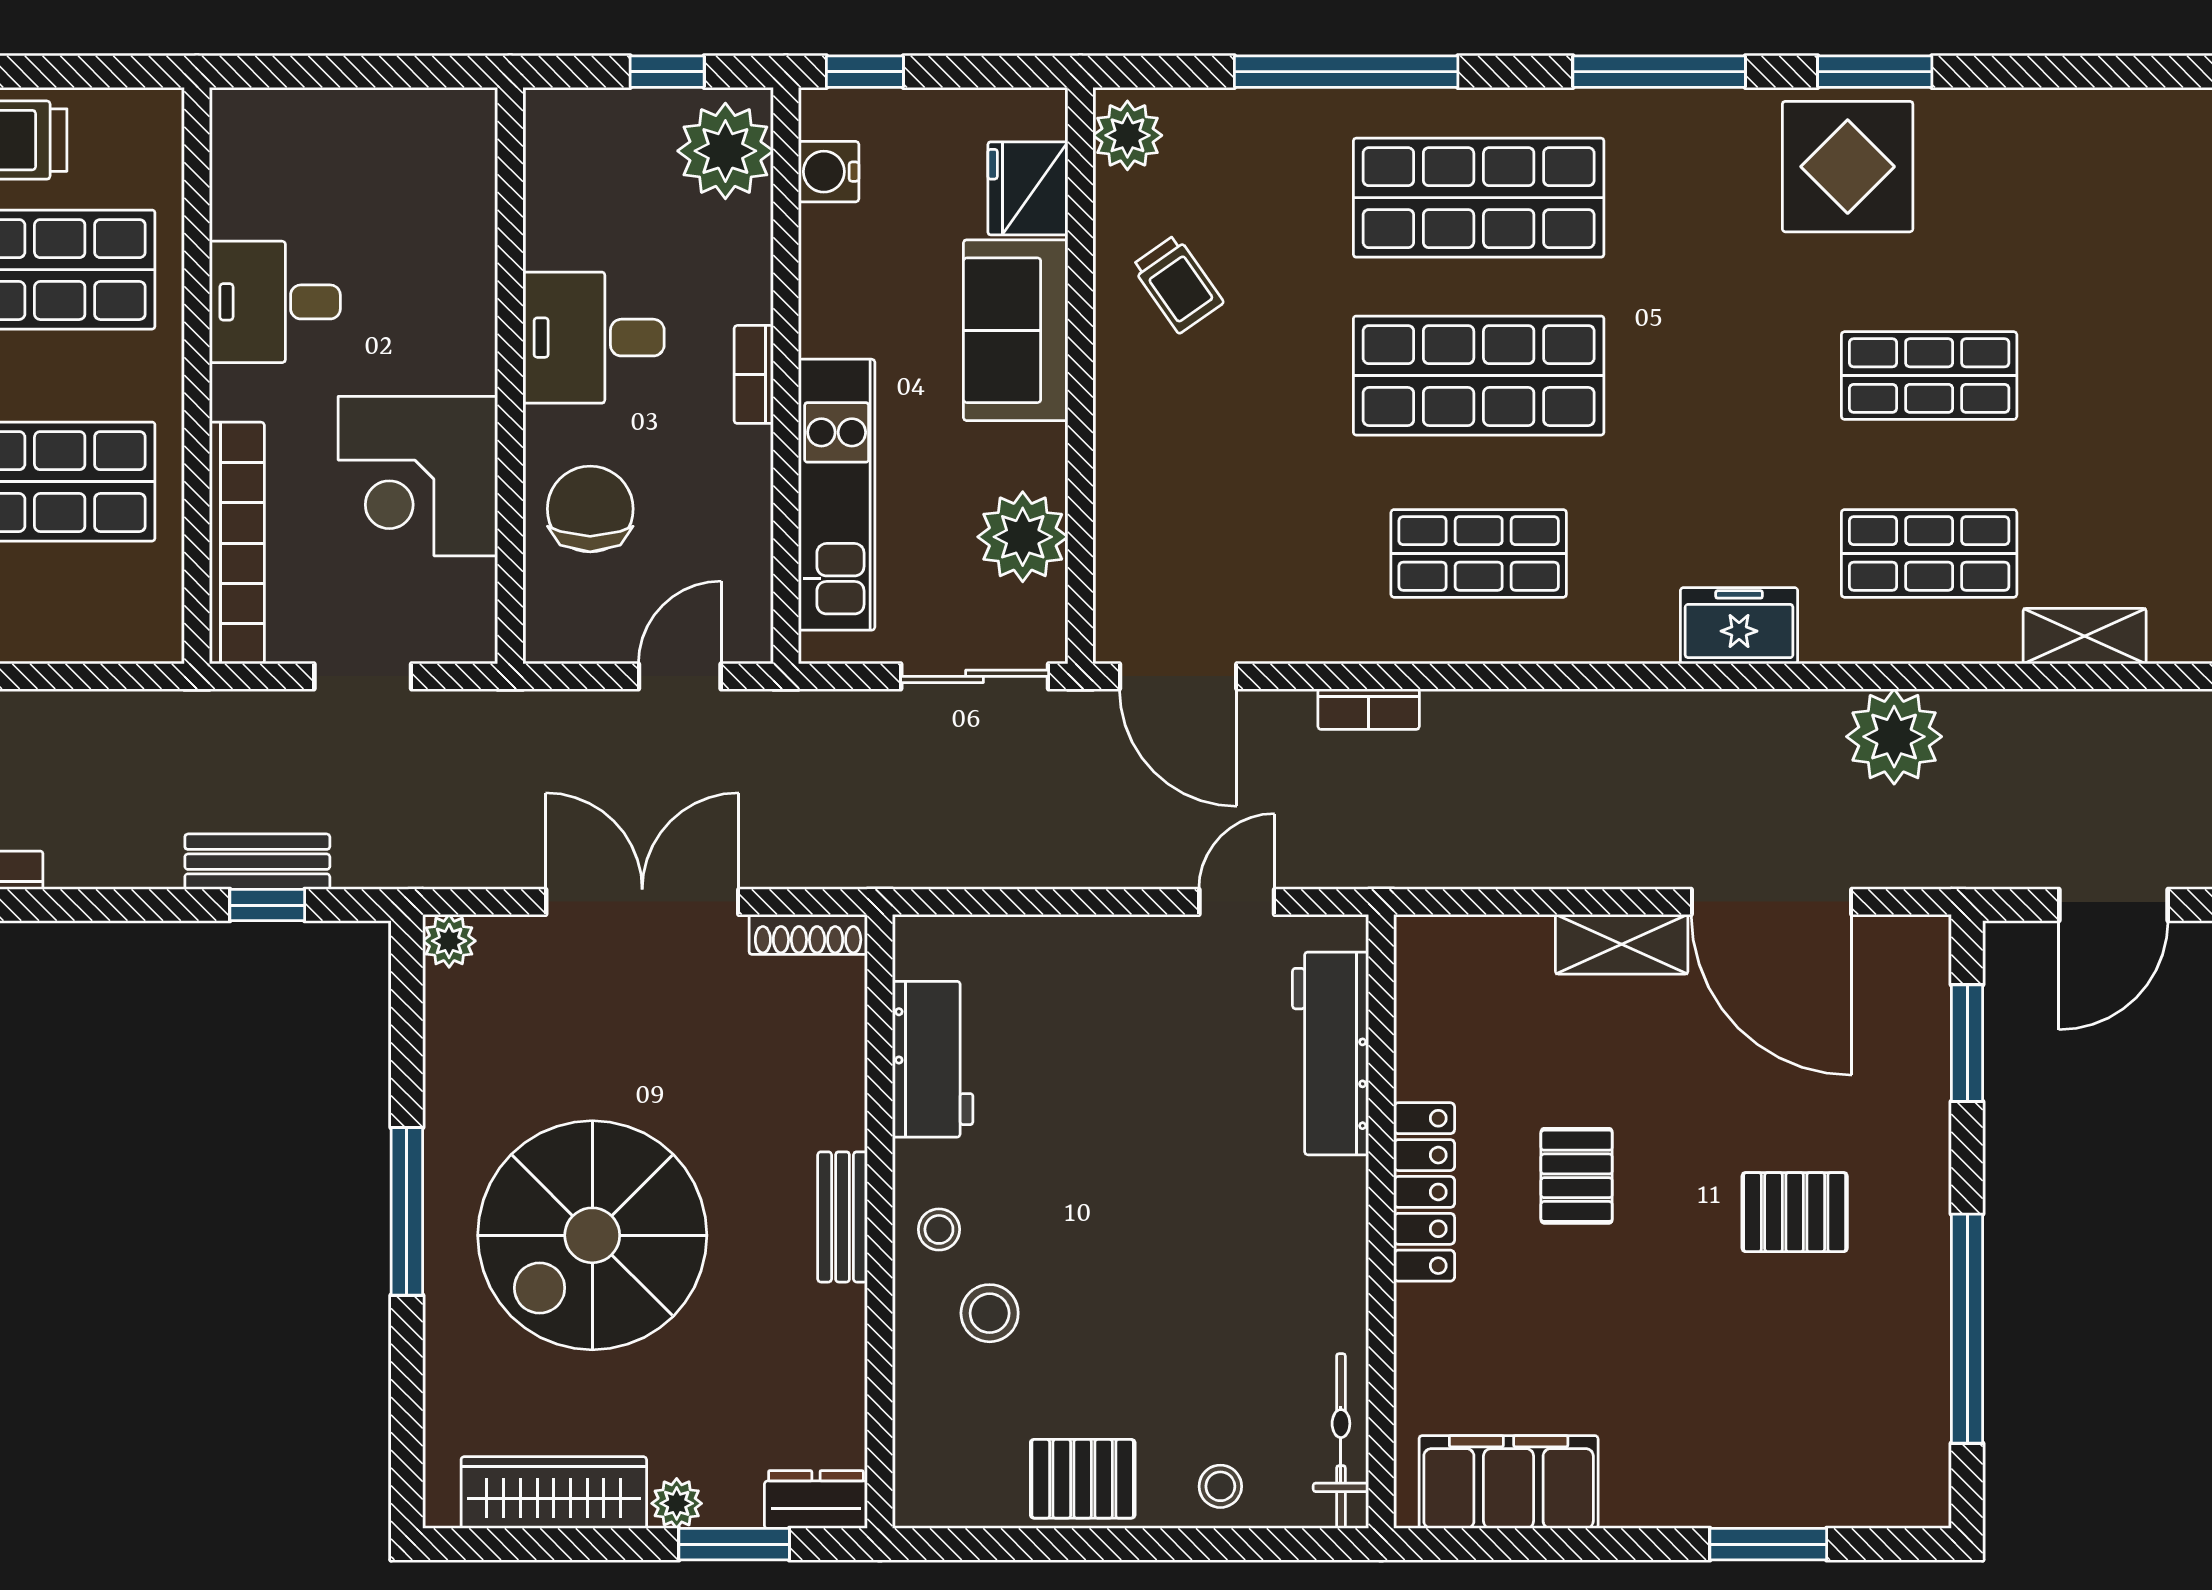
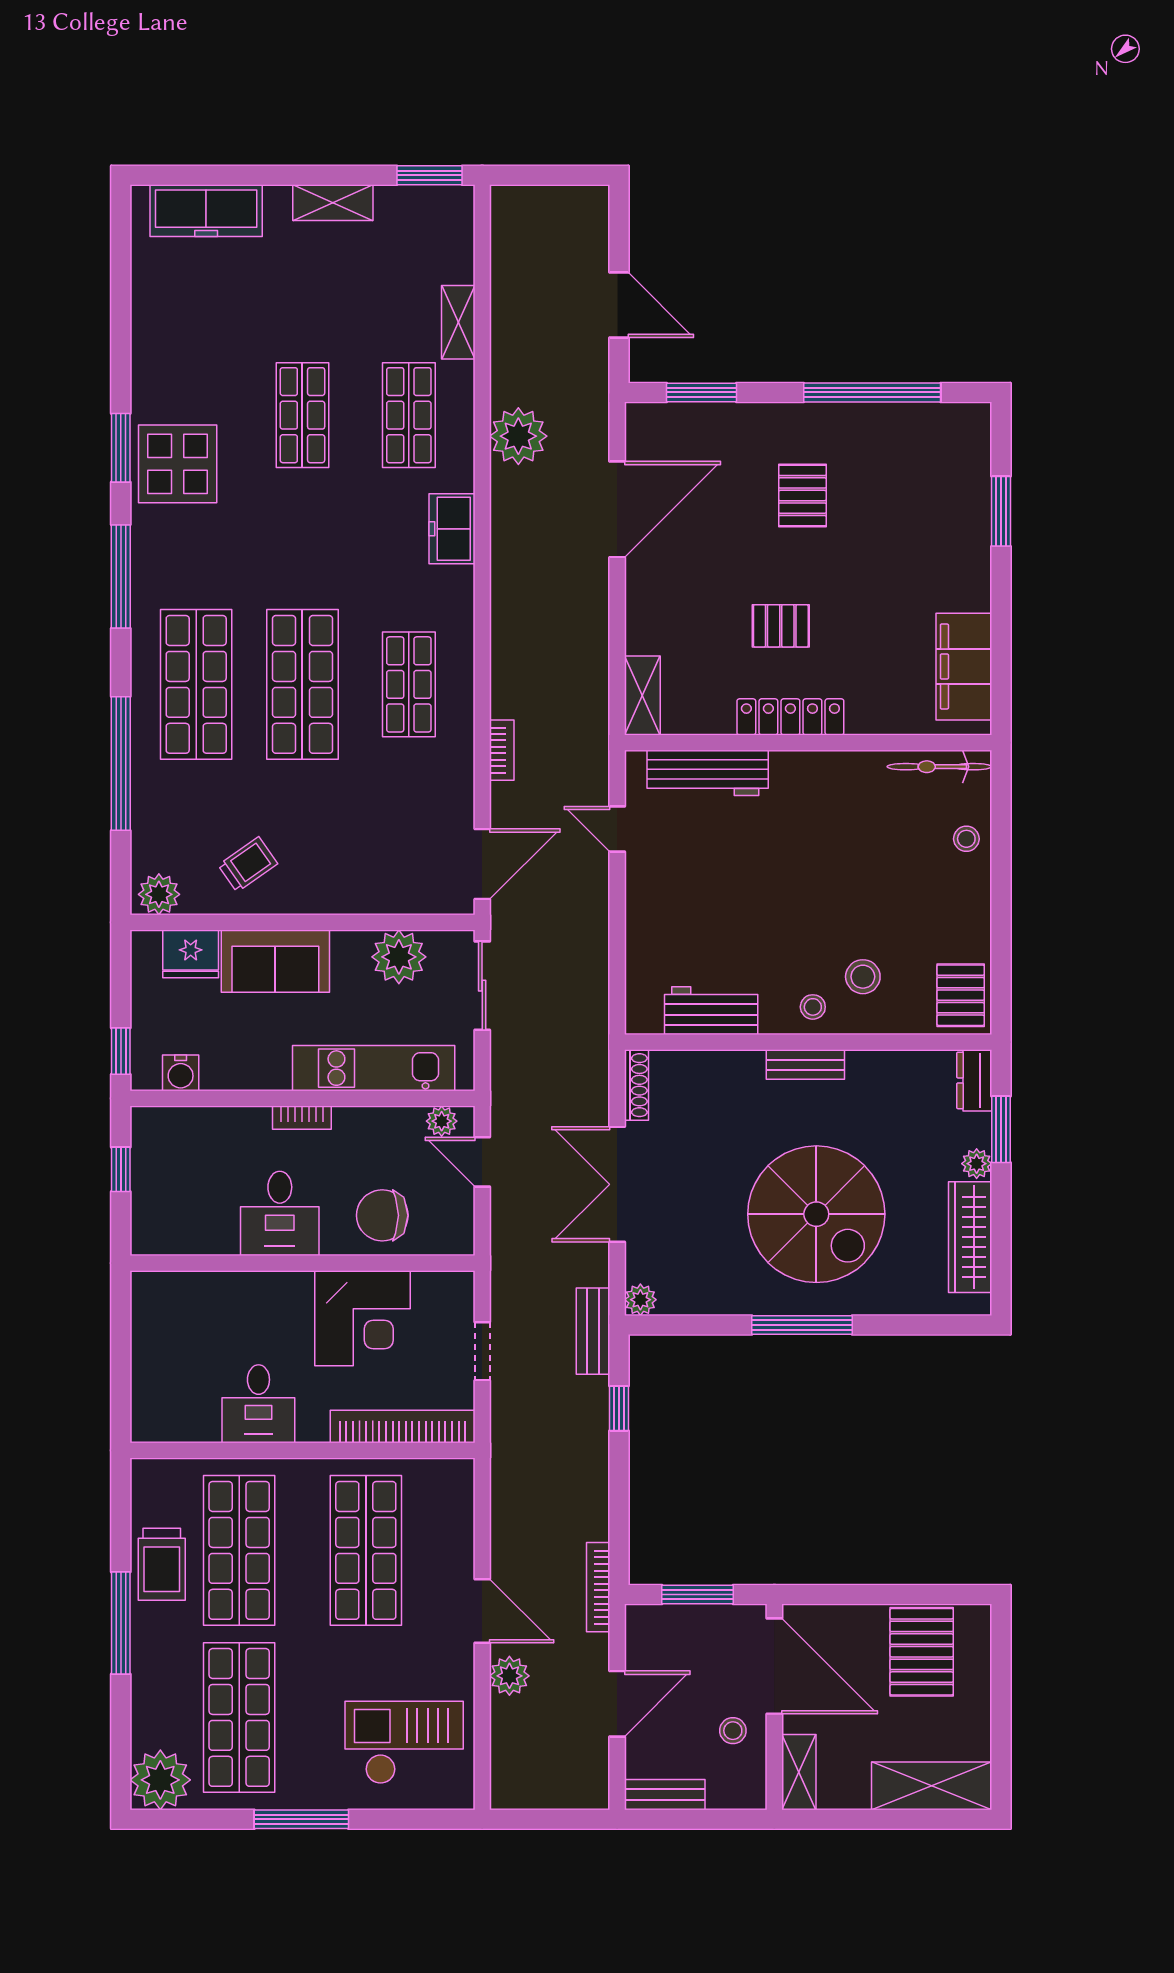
plant: (725, 151) -> (442, 1121), moved, width x0.53, depth x0.53
bench: (257, 862) -> (593, 1331), moved
shelving: (1622, 944) -> (642, 696), moved
pallet: (1083, 1479) -> (961, 995), moved

